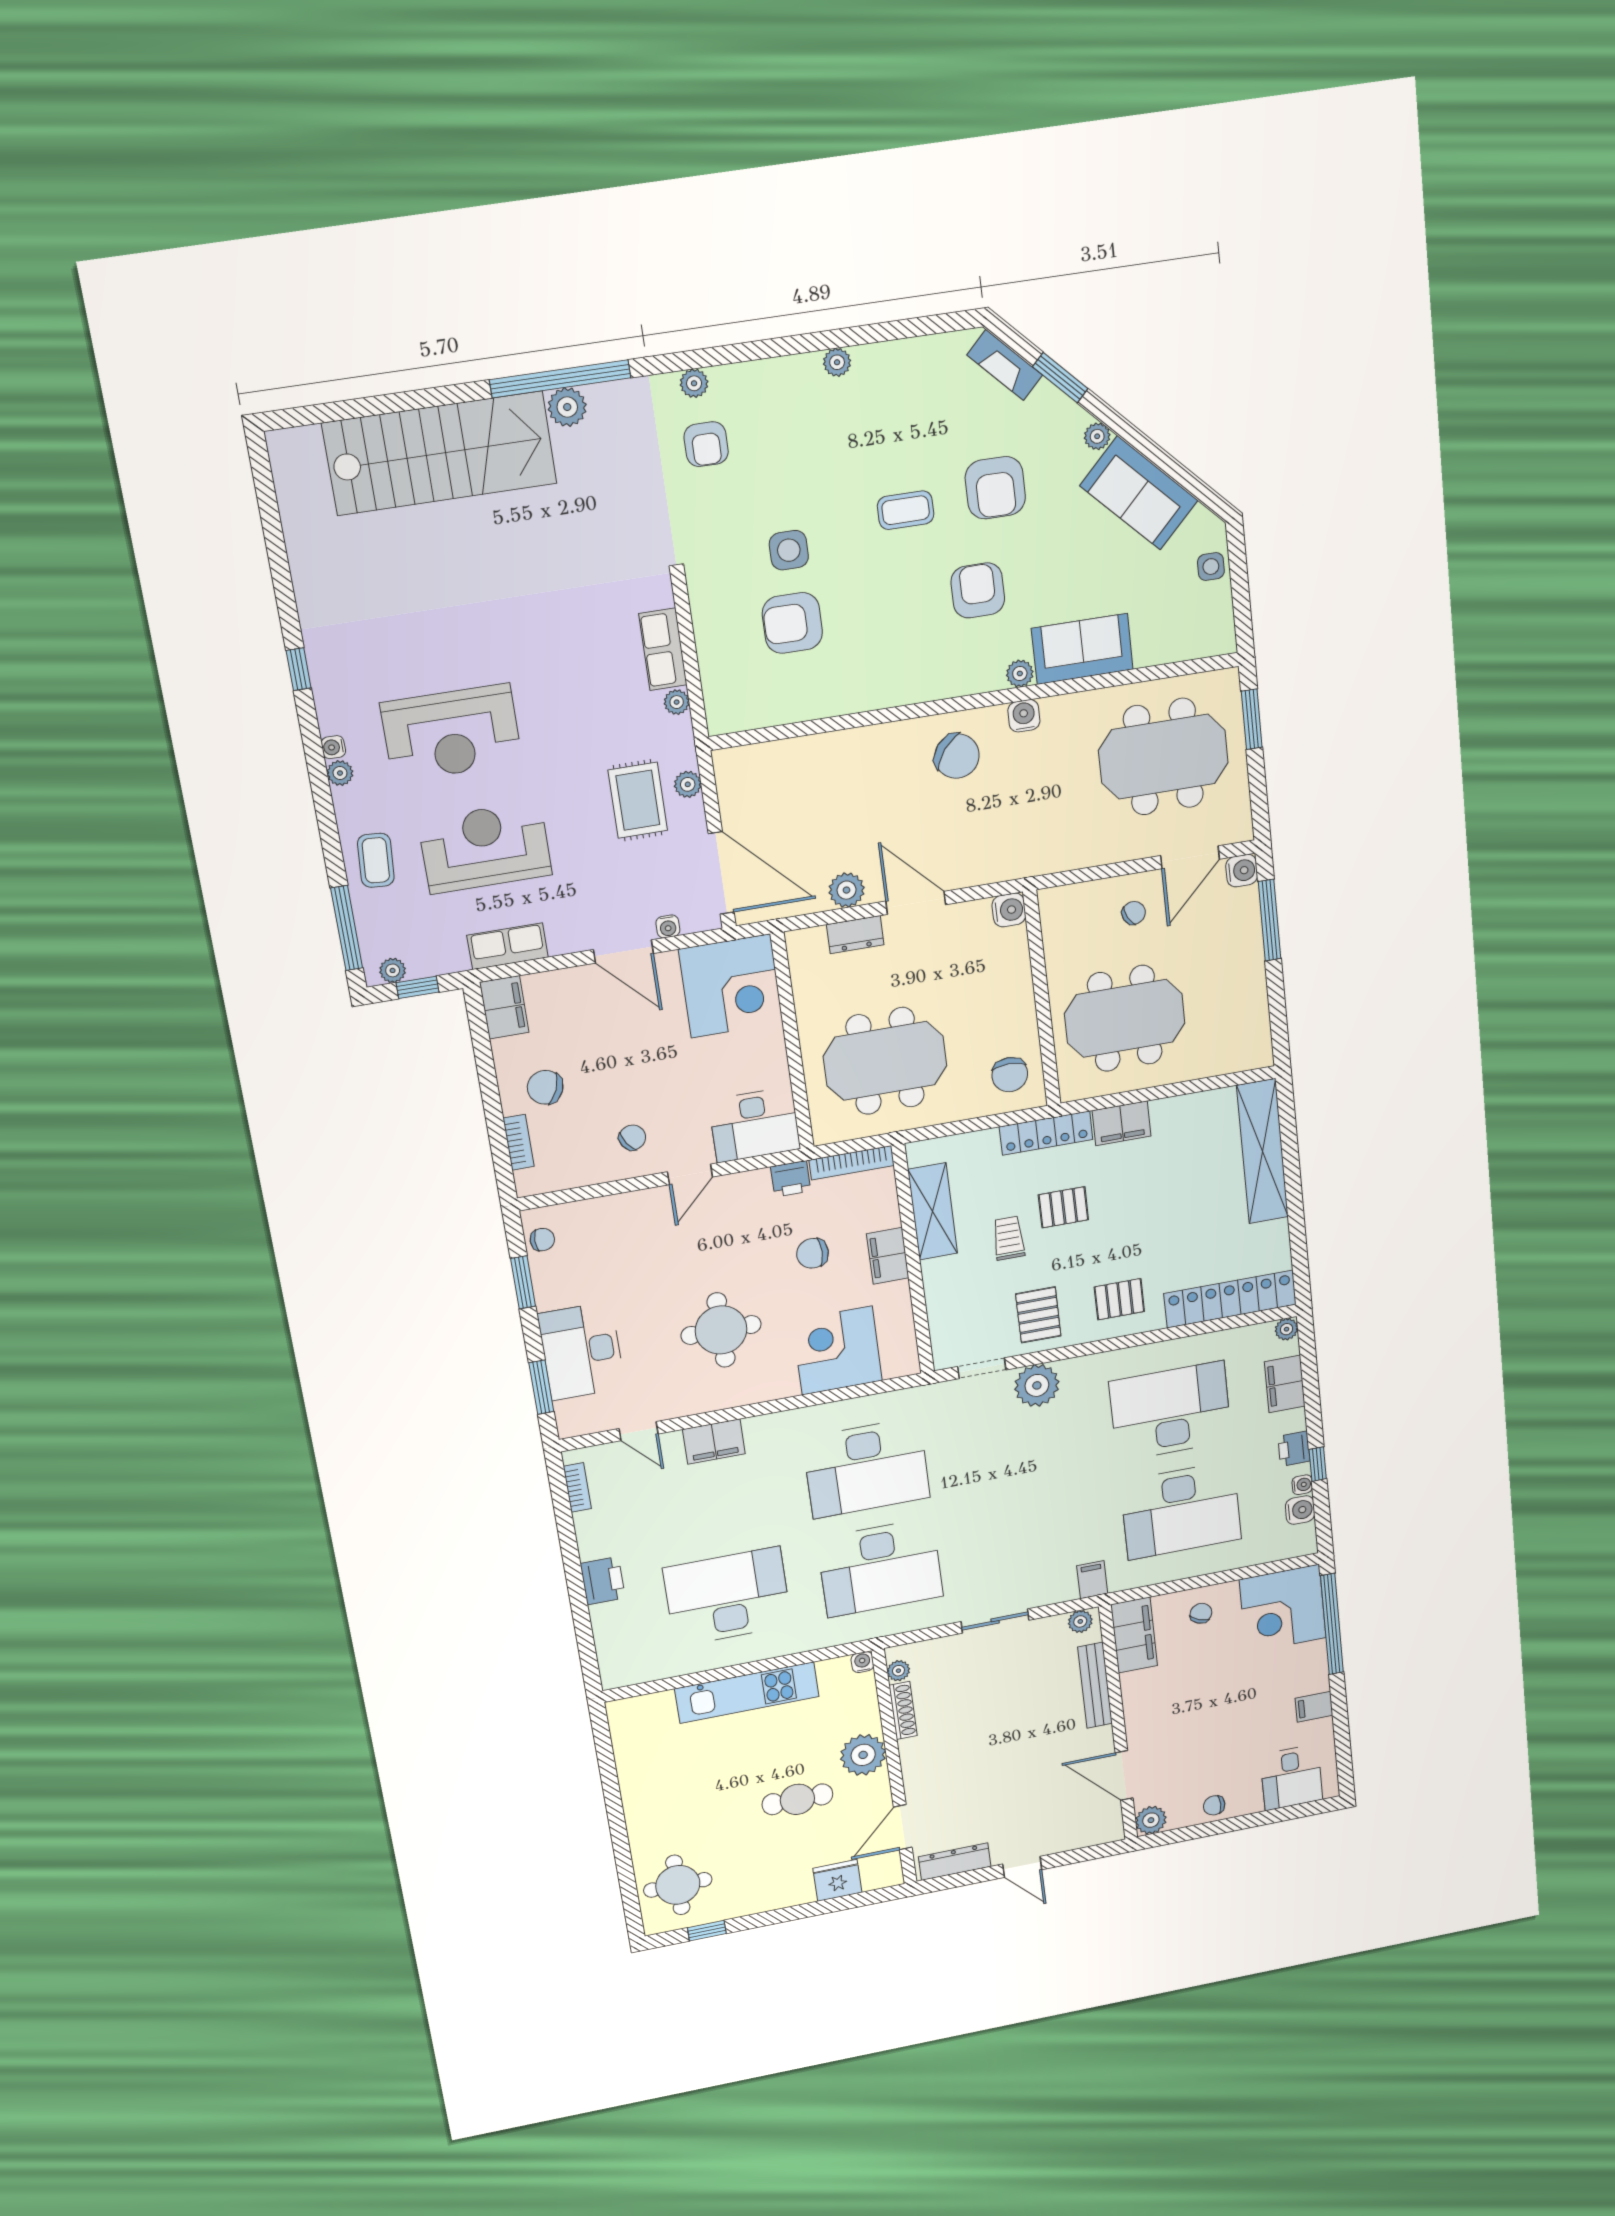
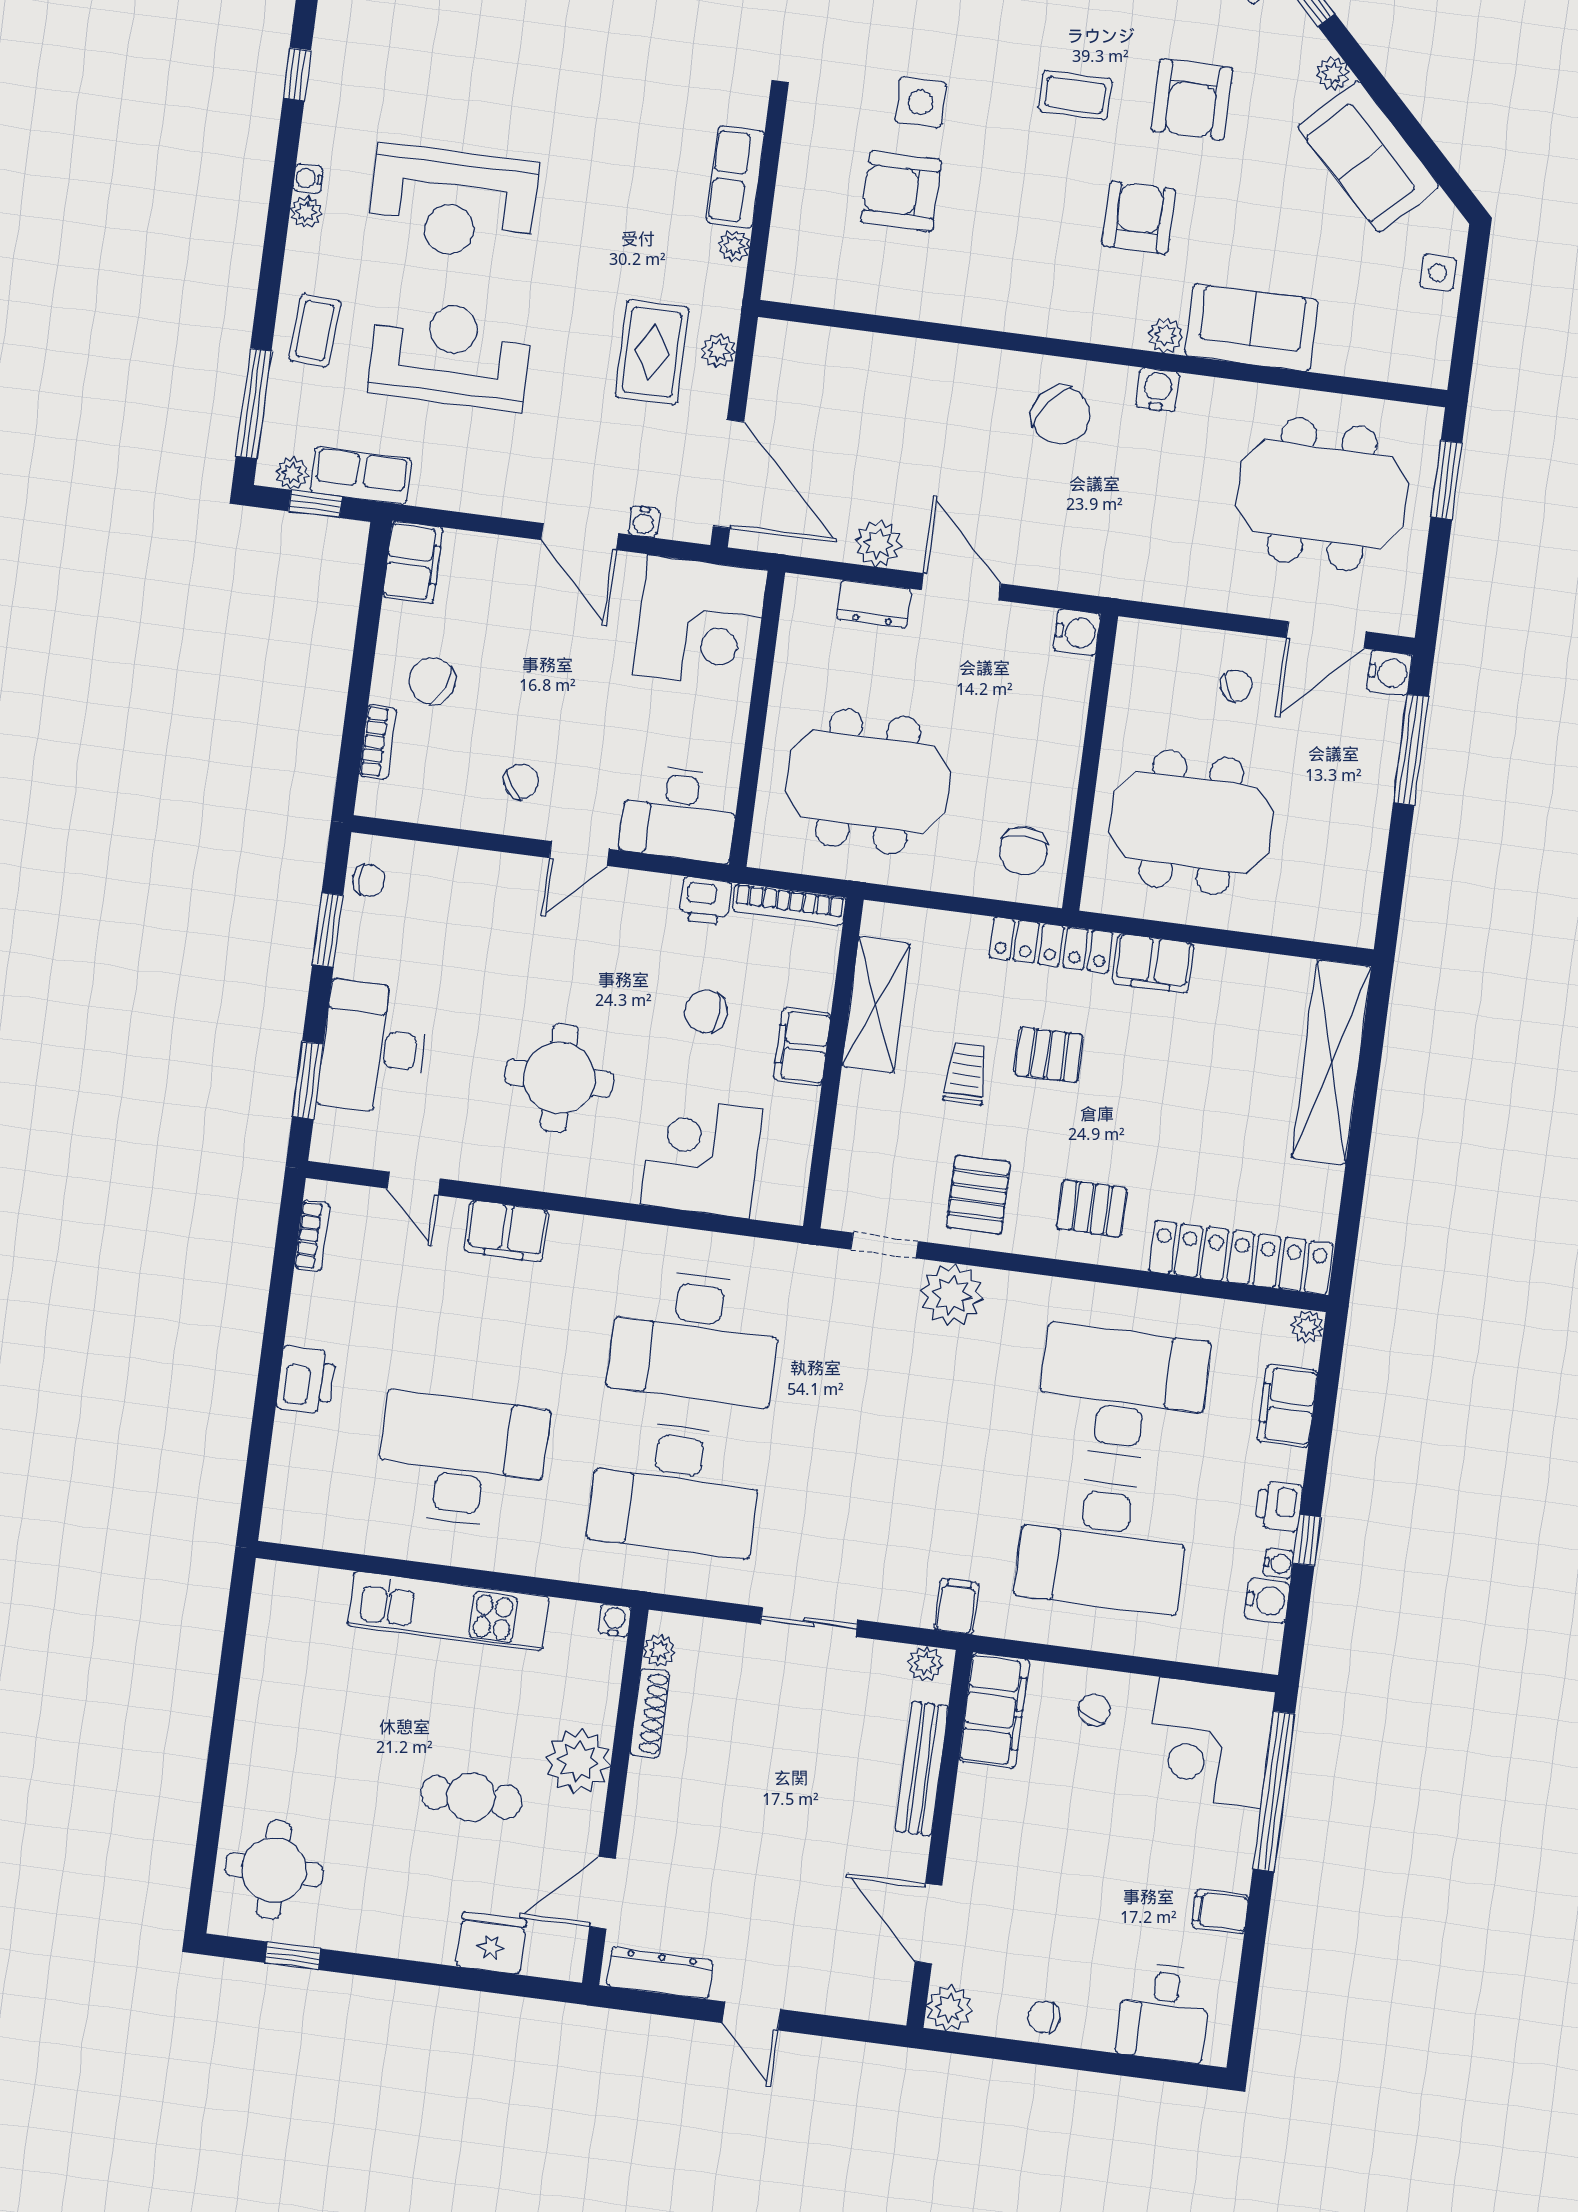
row of seats: (508, 946) -> (361, 476), moved

